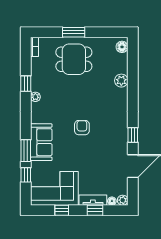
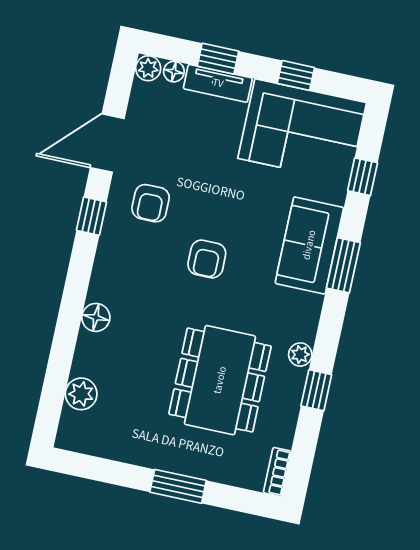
floor lamp: (122, 47) -> (96, 317), moved
dining table: (74, 59) -> (220, 380), moved, width x1.38
plant: (121, 81) -> (81, 394), moved
armchair: (110, 145) -> (151, 203), added
window: (26, 151) -> (343, 265), moved

